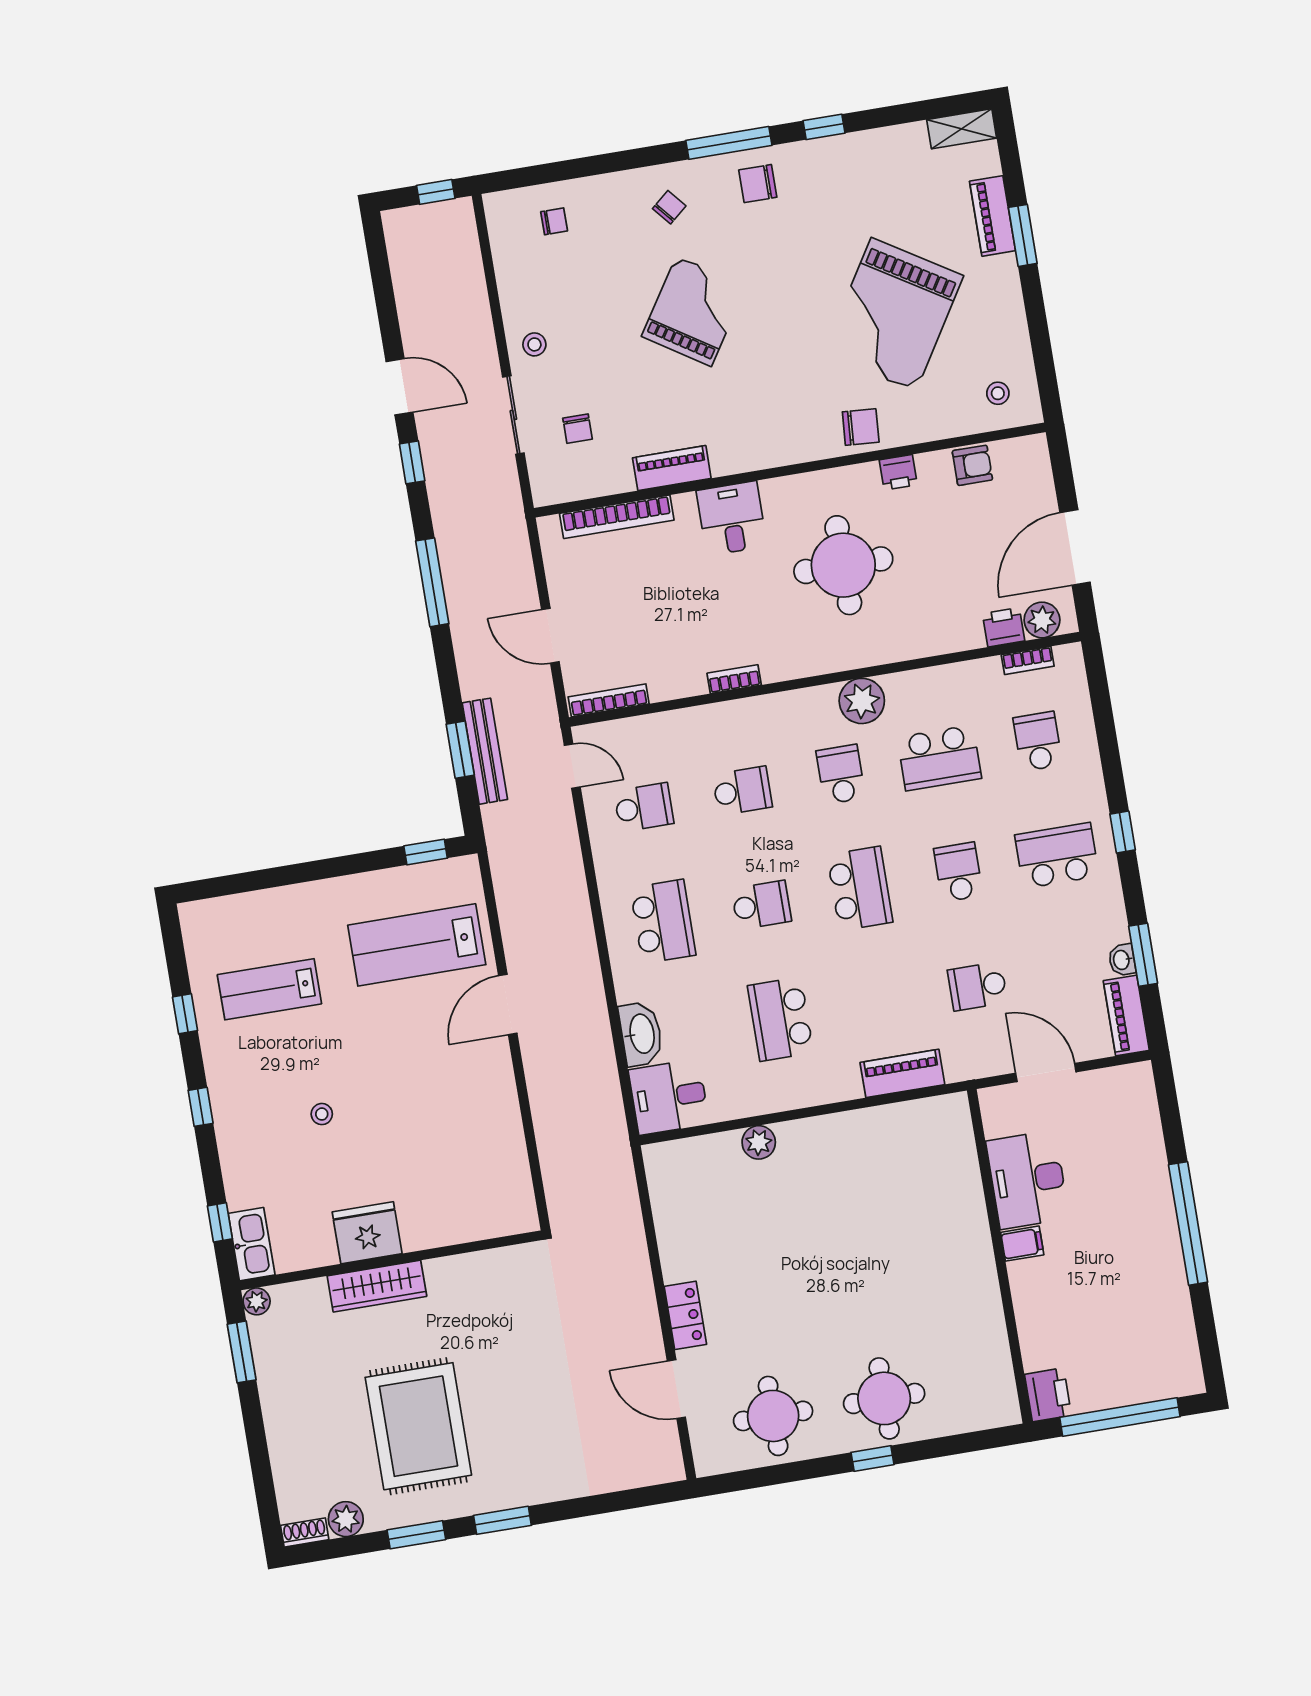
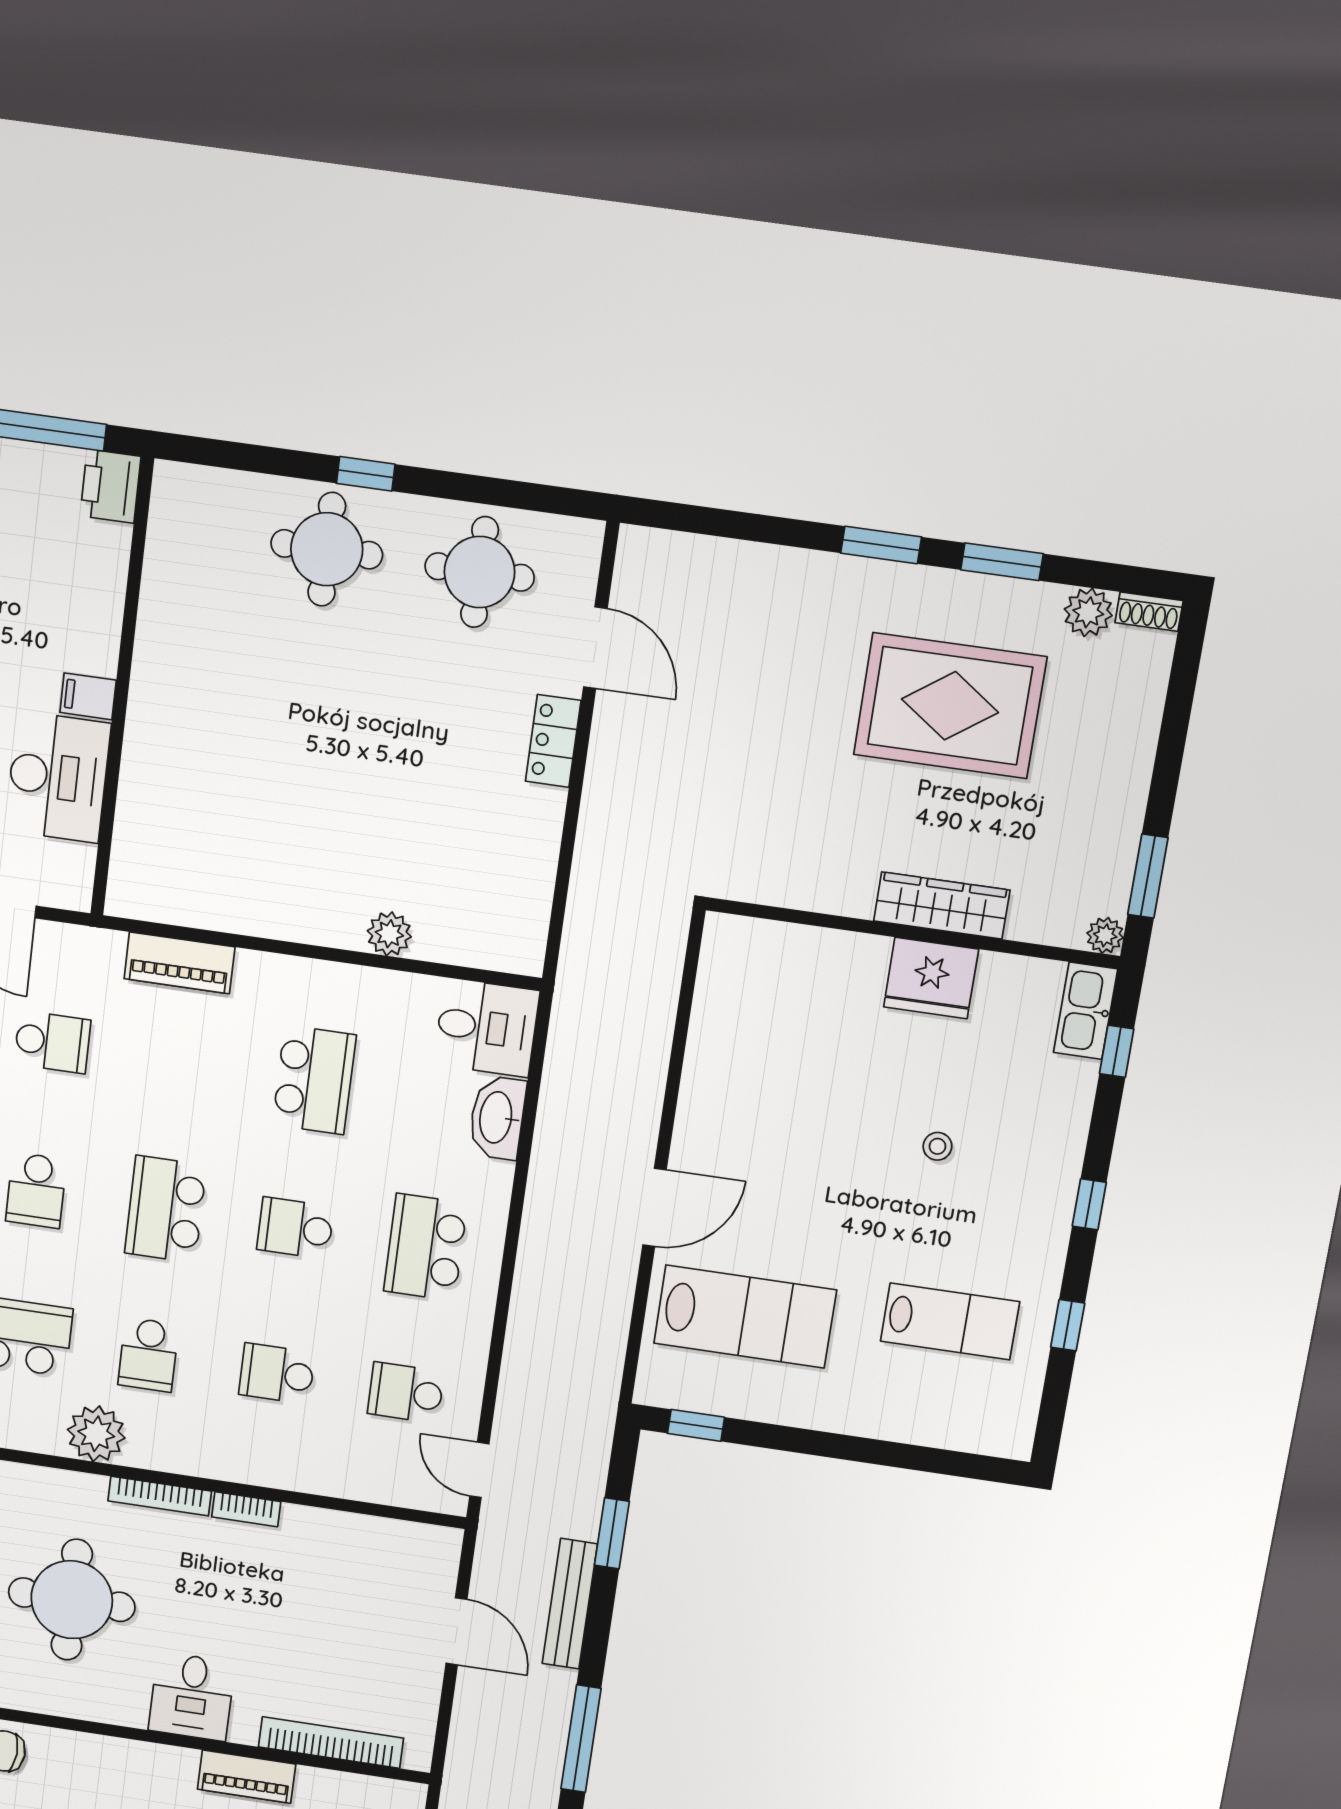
bookcase: (609, 700) -> (160, 1496), moved
bench: (485, 751) -> (570, 1604), moved
rug: (418, 1426) -> (950, 706), turned 90

